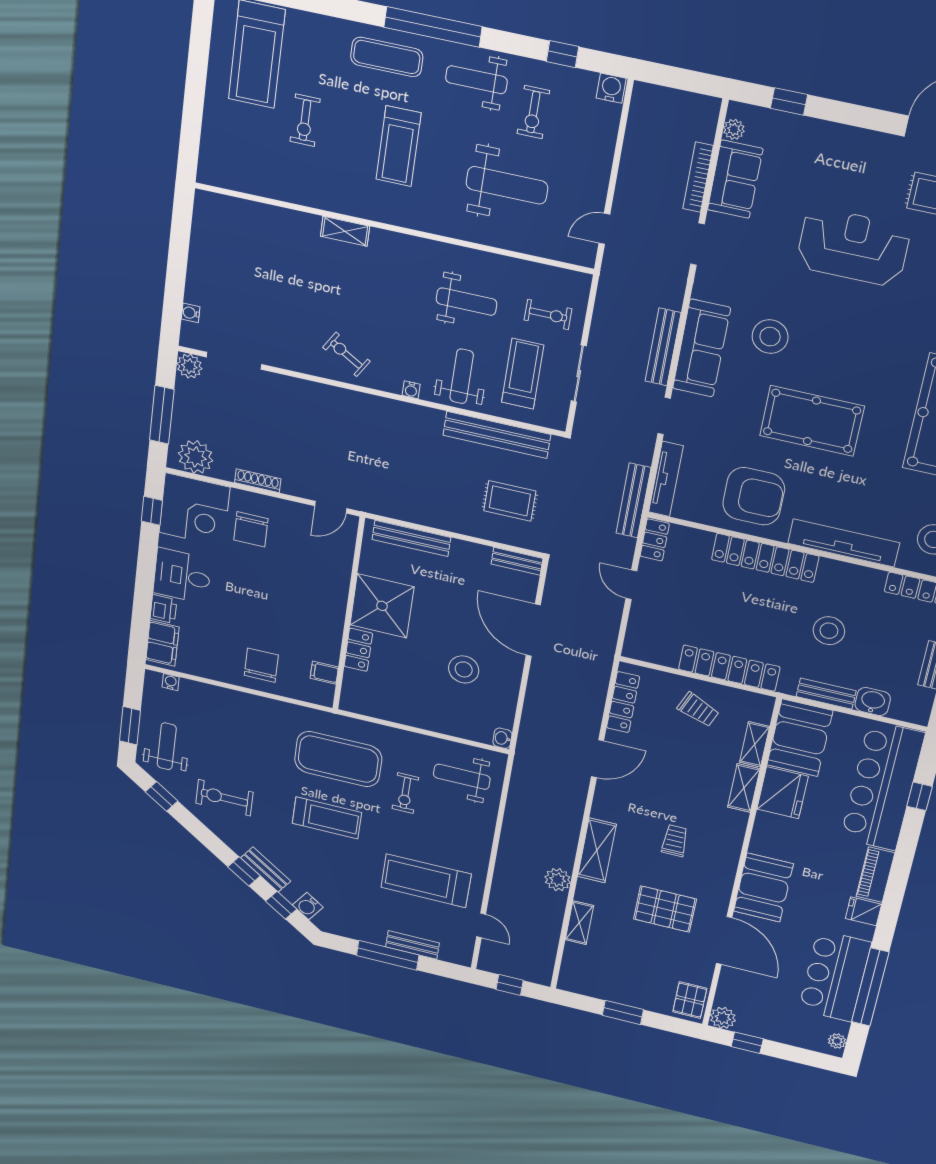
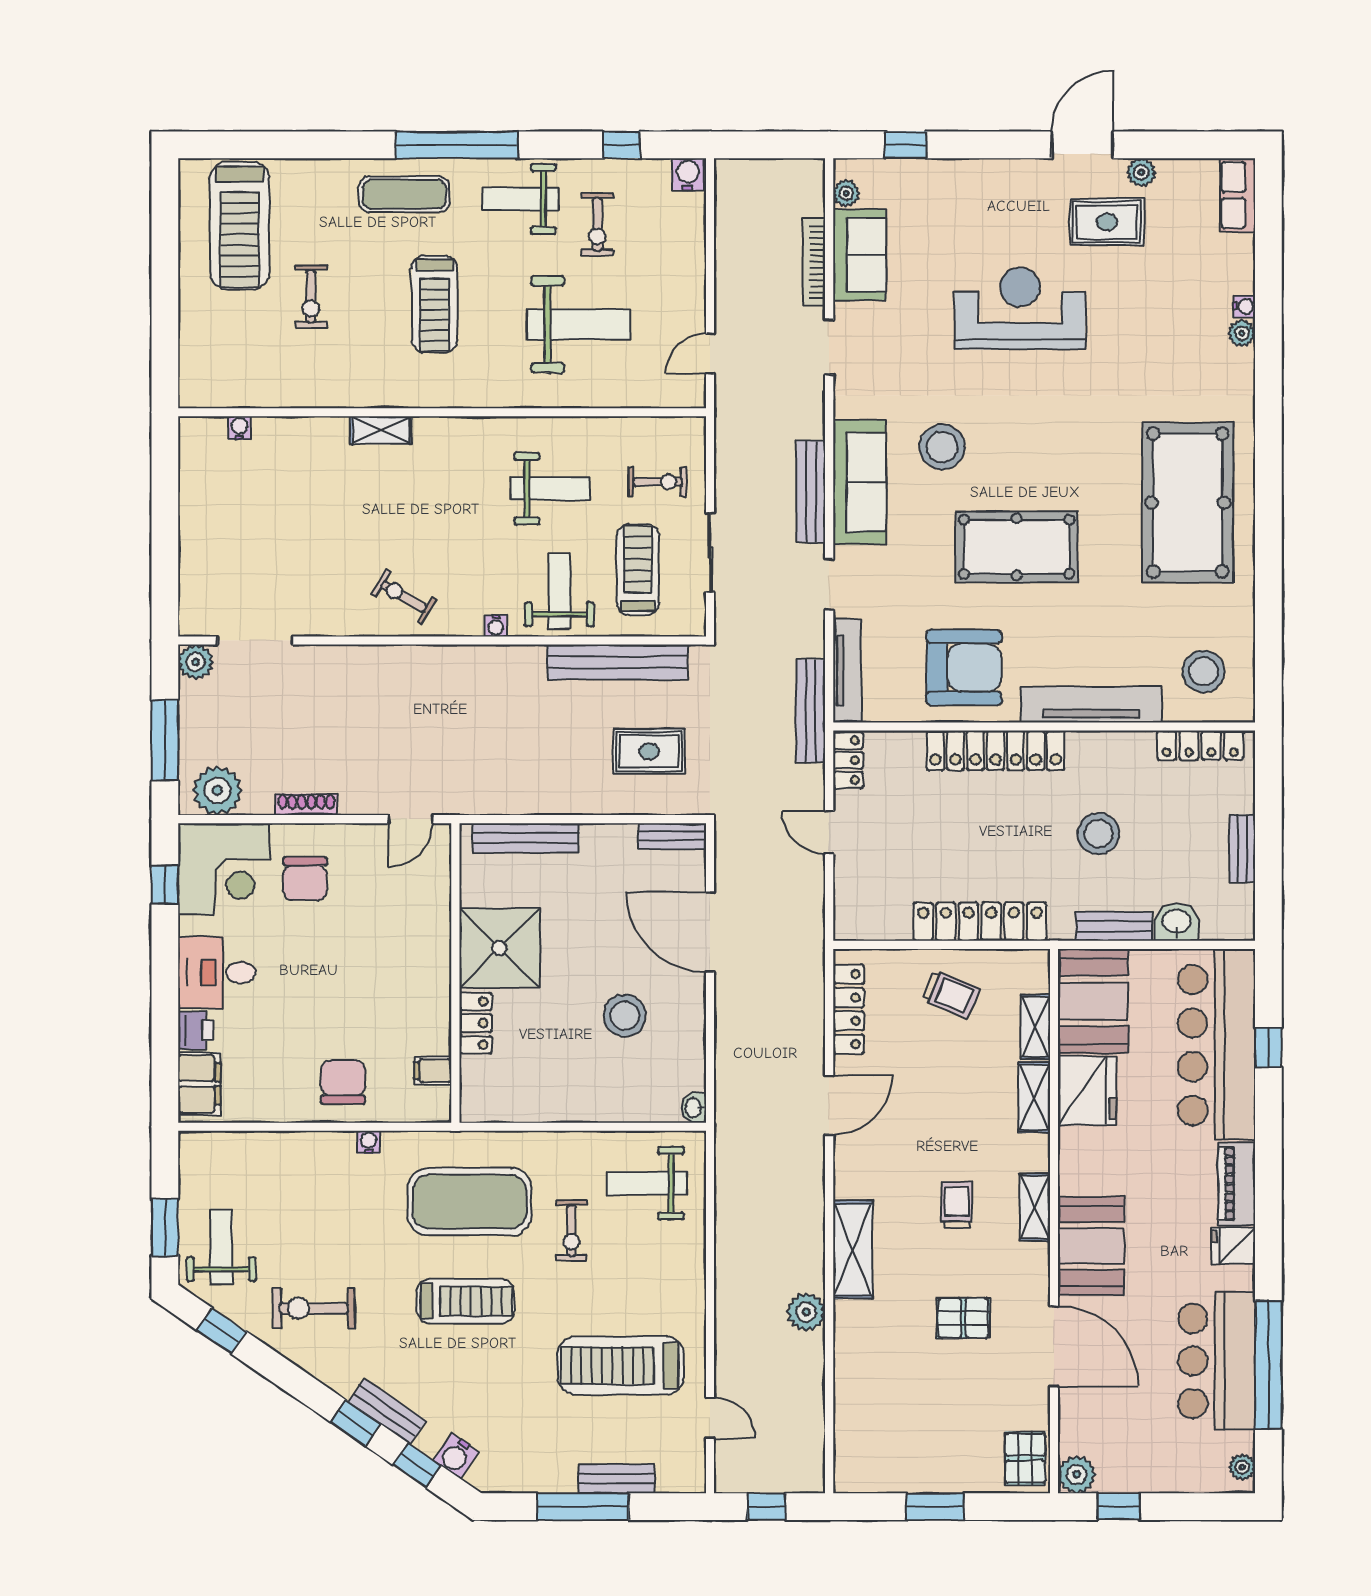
water cooler: (191, 313) -> (240, 428), moved, turned 90
water cooler: (171, 682) -> (369, 1142), moved
pallet: (665, 909) -> (963, 1318), width x0.67, depth x0.71
shelving: (579, 923) -> (1035, 1207), moved

